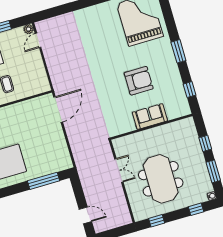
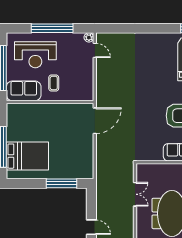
door: (38, 40) -> (95, 50), swing flipped

